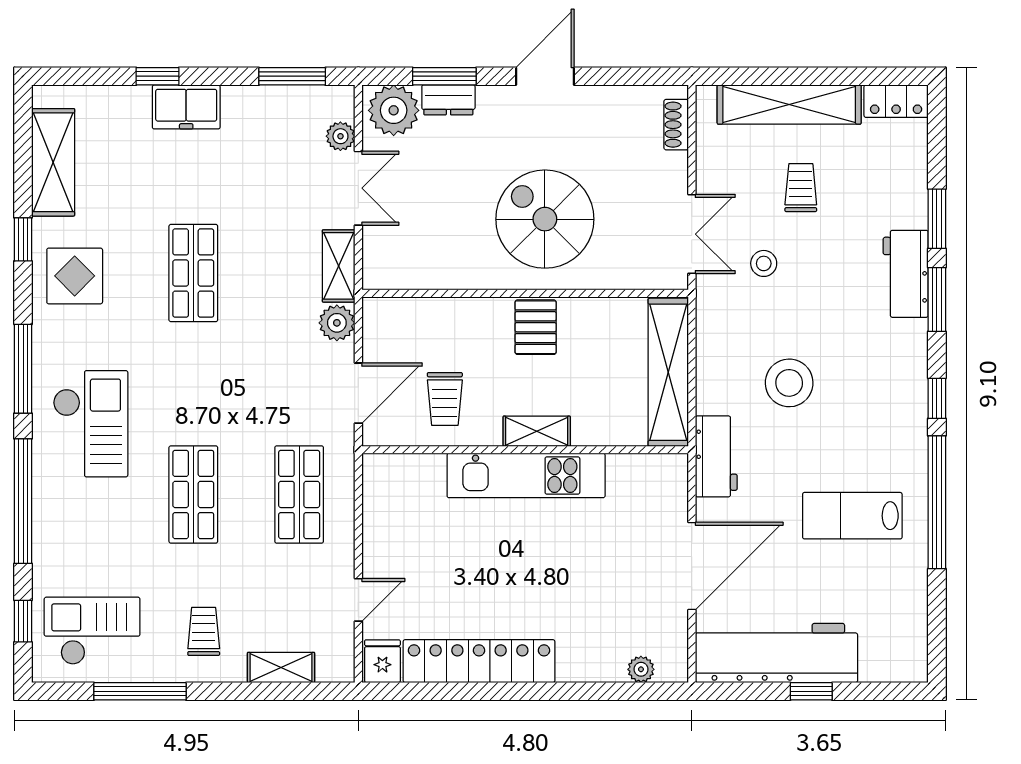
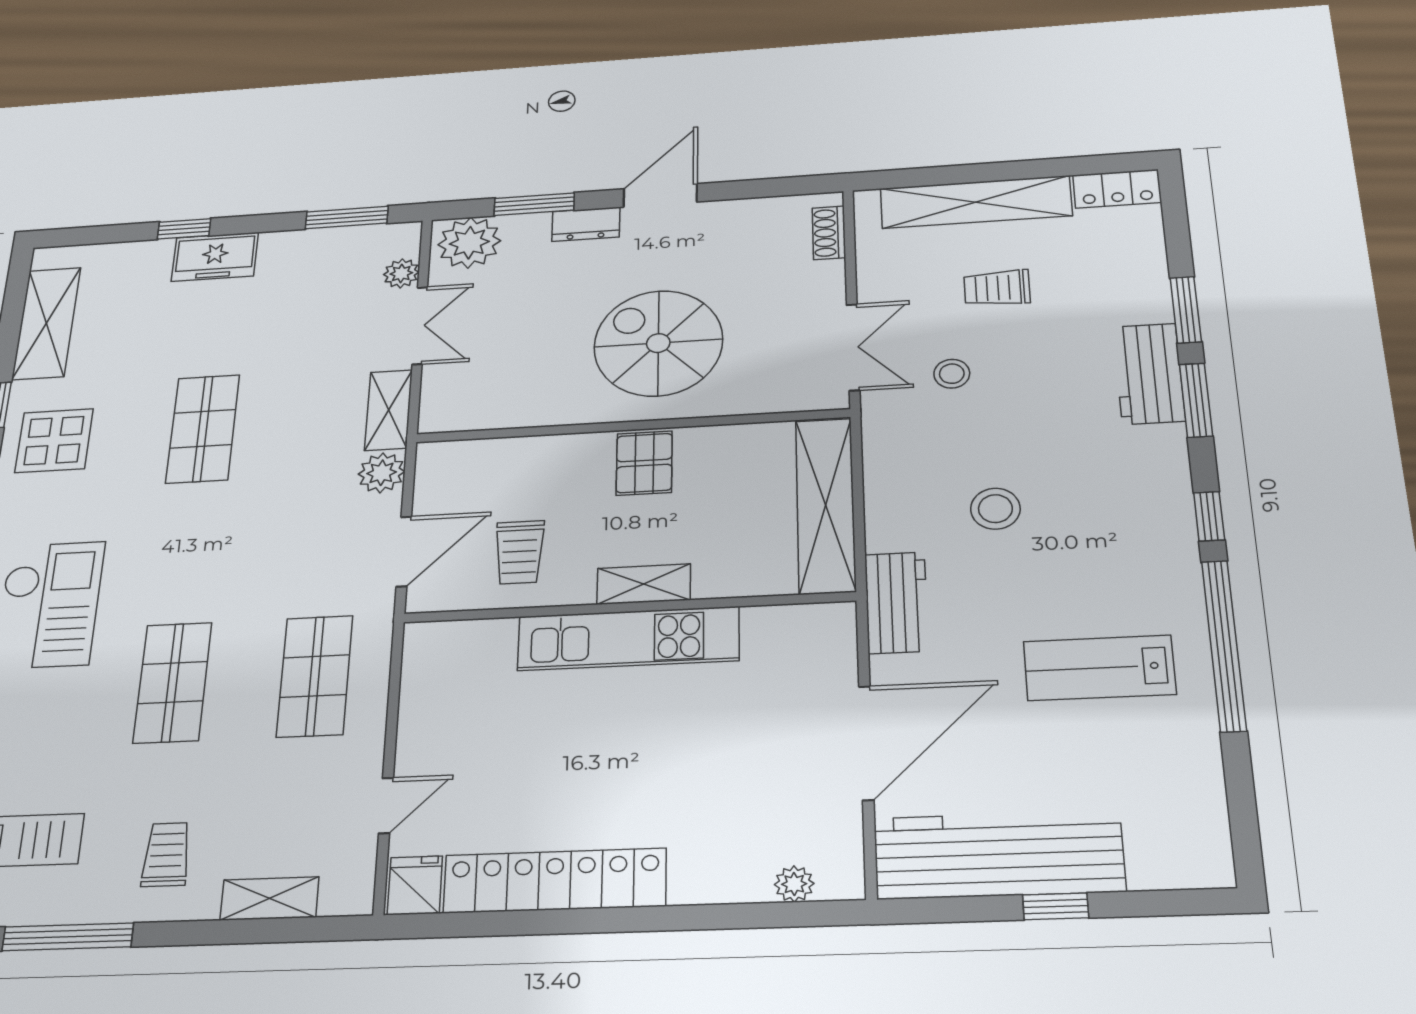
dresser: (448, 100) -> (586, 224), moved
trolley: (801, 188) -> (997, 288), turned -90
stool: (789, 383) -> (995, 509), width x0.73, depth x0.73

